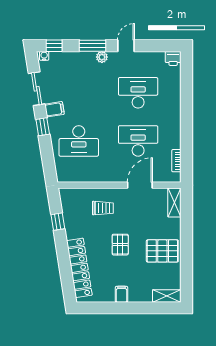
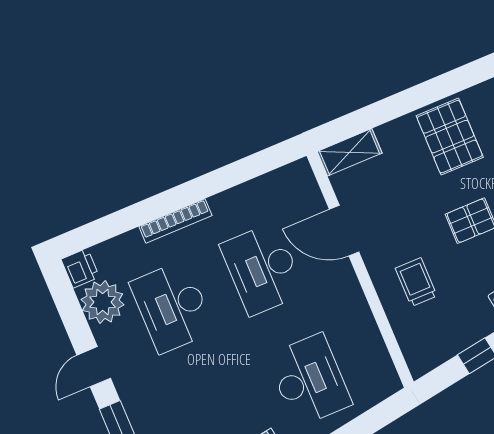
door: (126, 46) -> (94, 367), hinge flipped
plant: (102, 57) -> (103, 302), moved, width x1.87, depth x1.87
bookcase: (176, 161) -> (175, 221), moved, width x1.56

